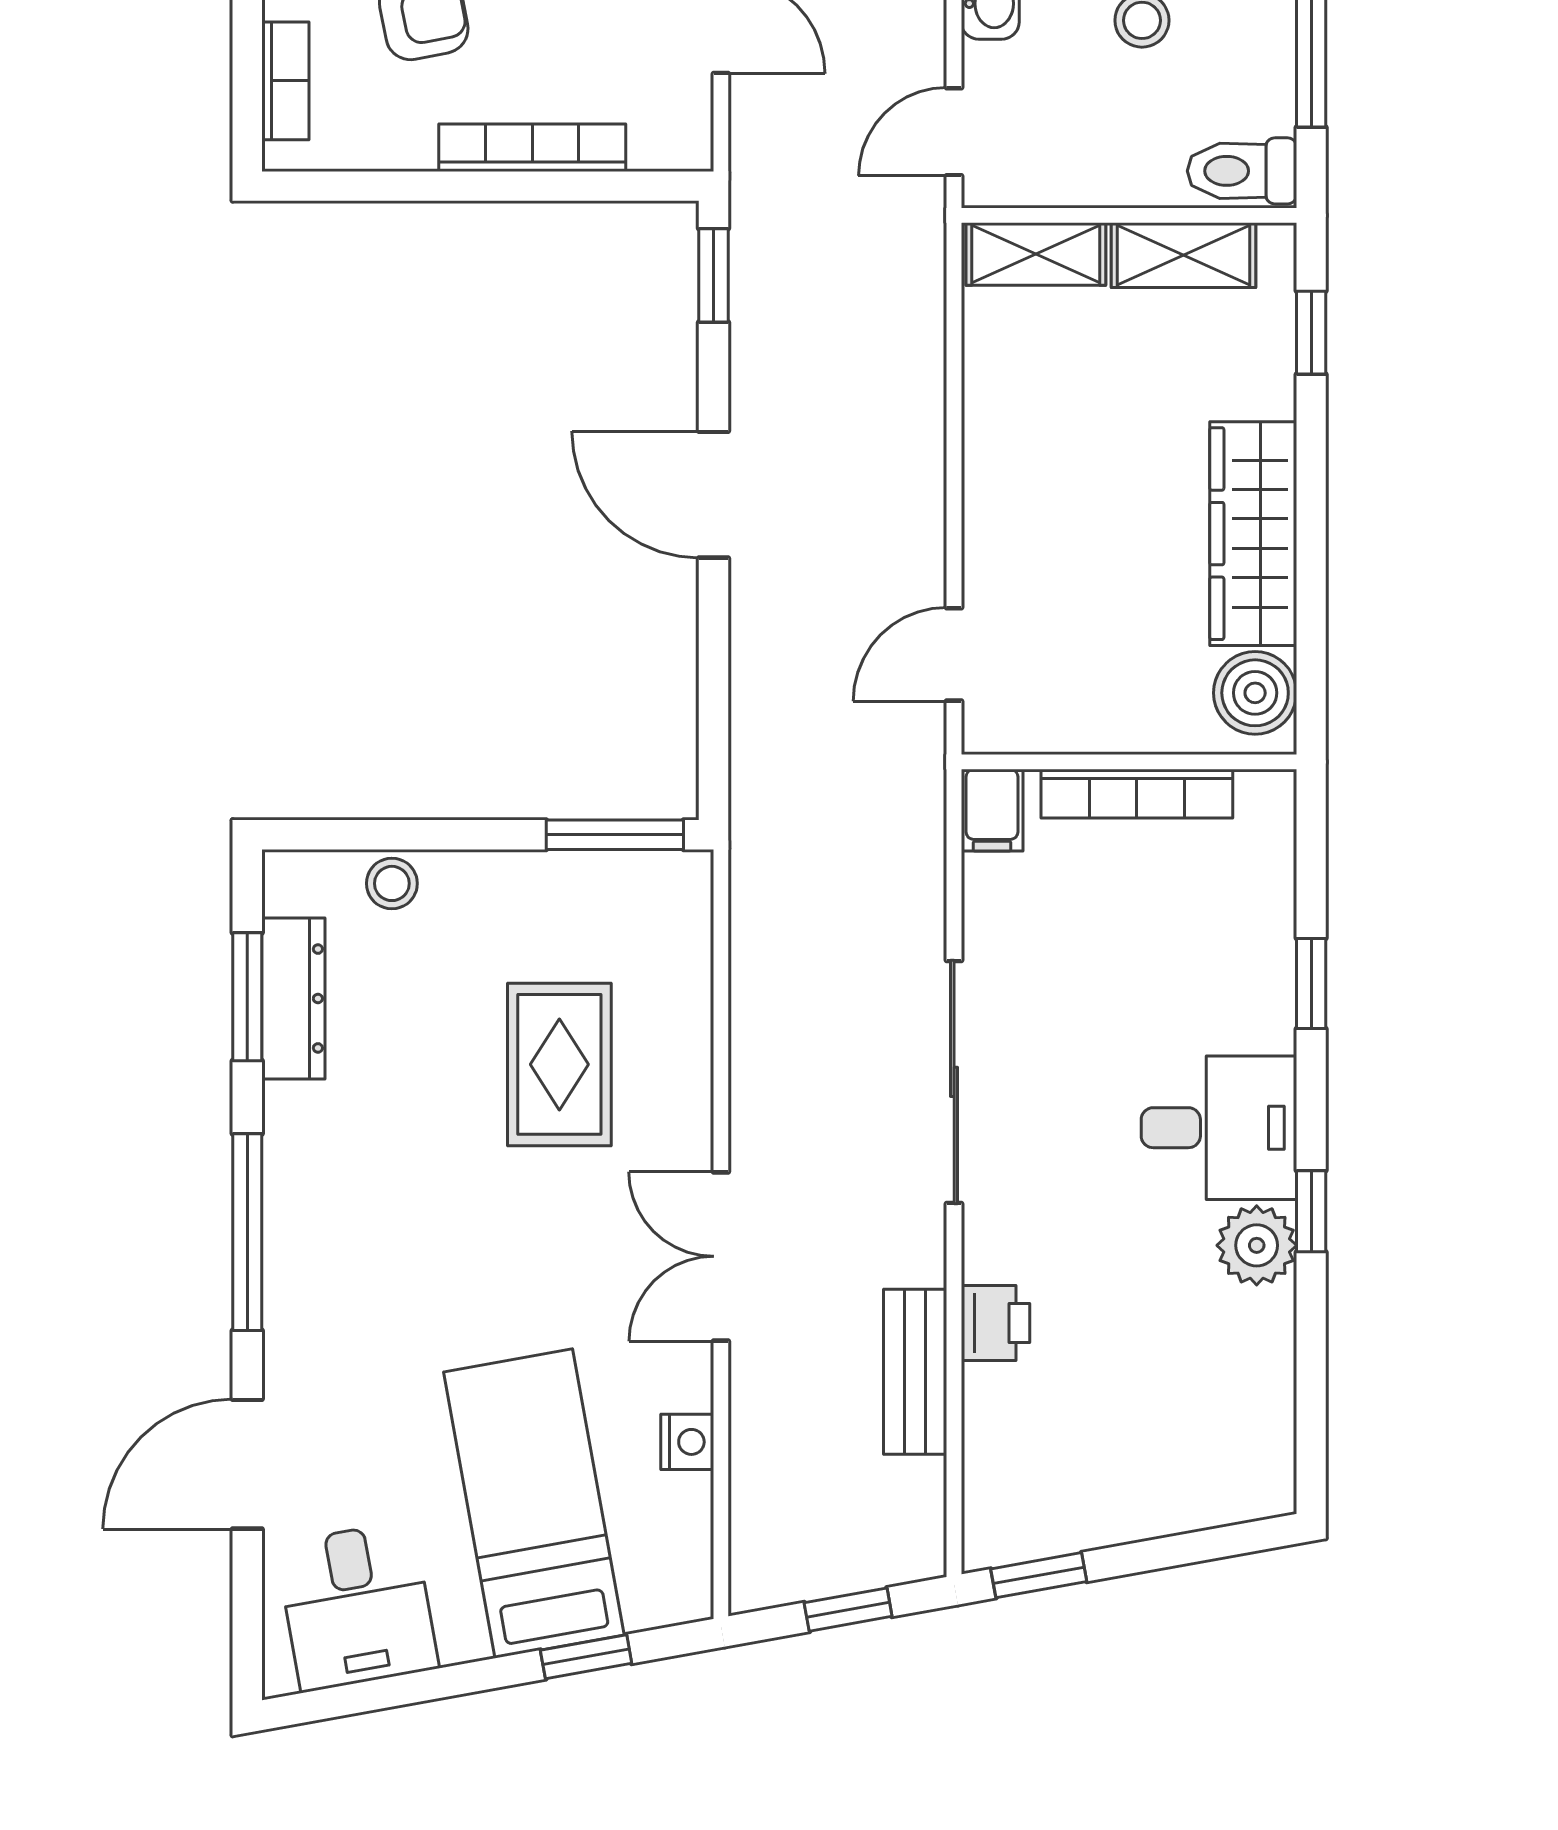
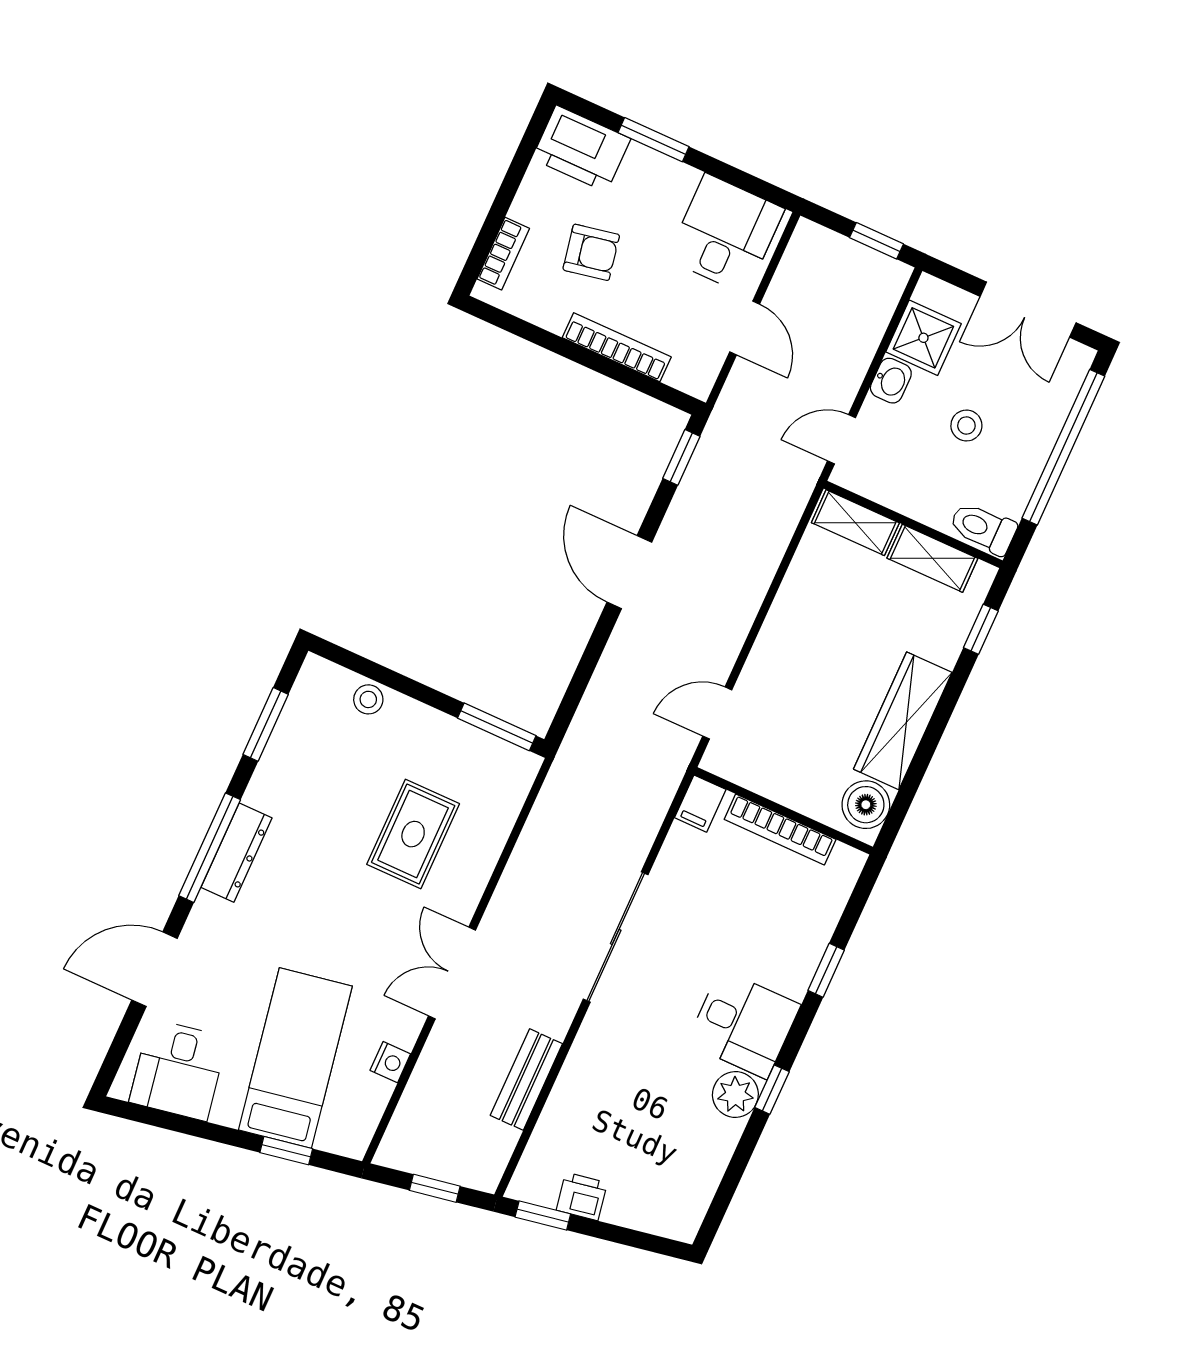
dresser: (293, 998) -> (237, 853), moved
printer: (995, 1323) -> (582, 1196), moved, turned -100

